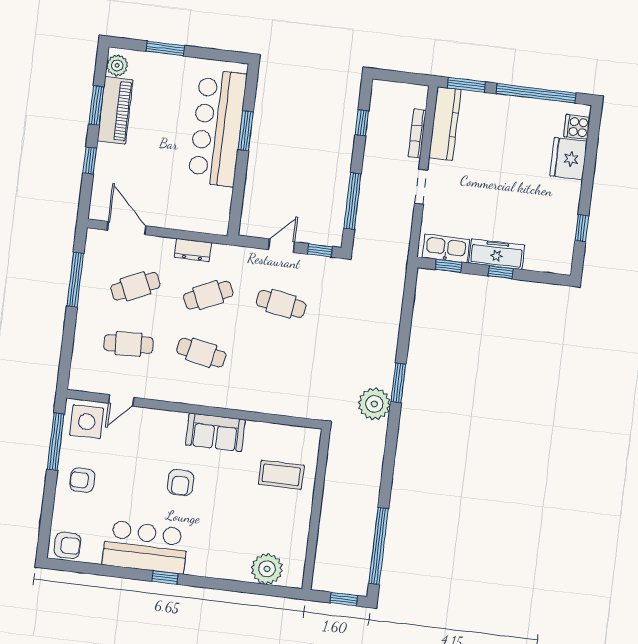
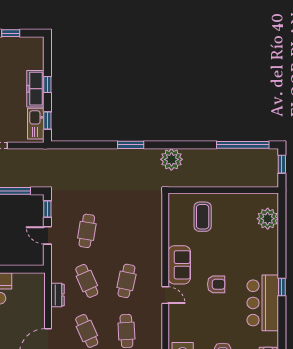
door: (121, 400) -> (165, 295), moved
plant: (374, 404) -> (171, 159), moved

